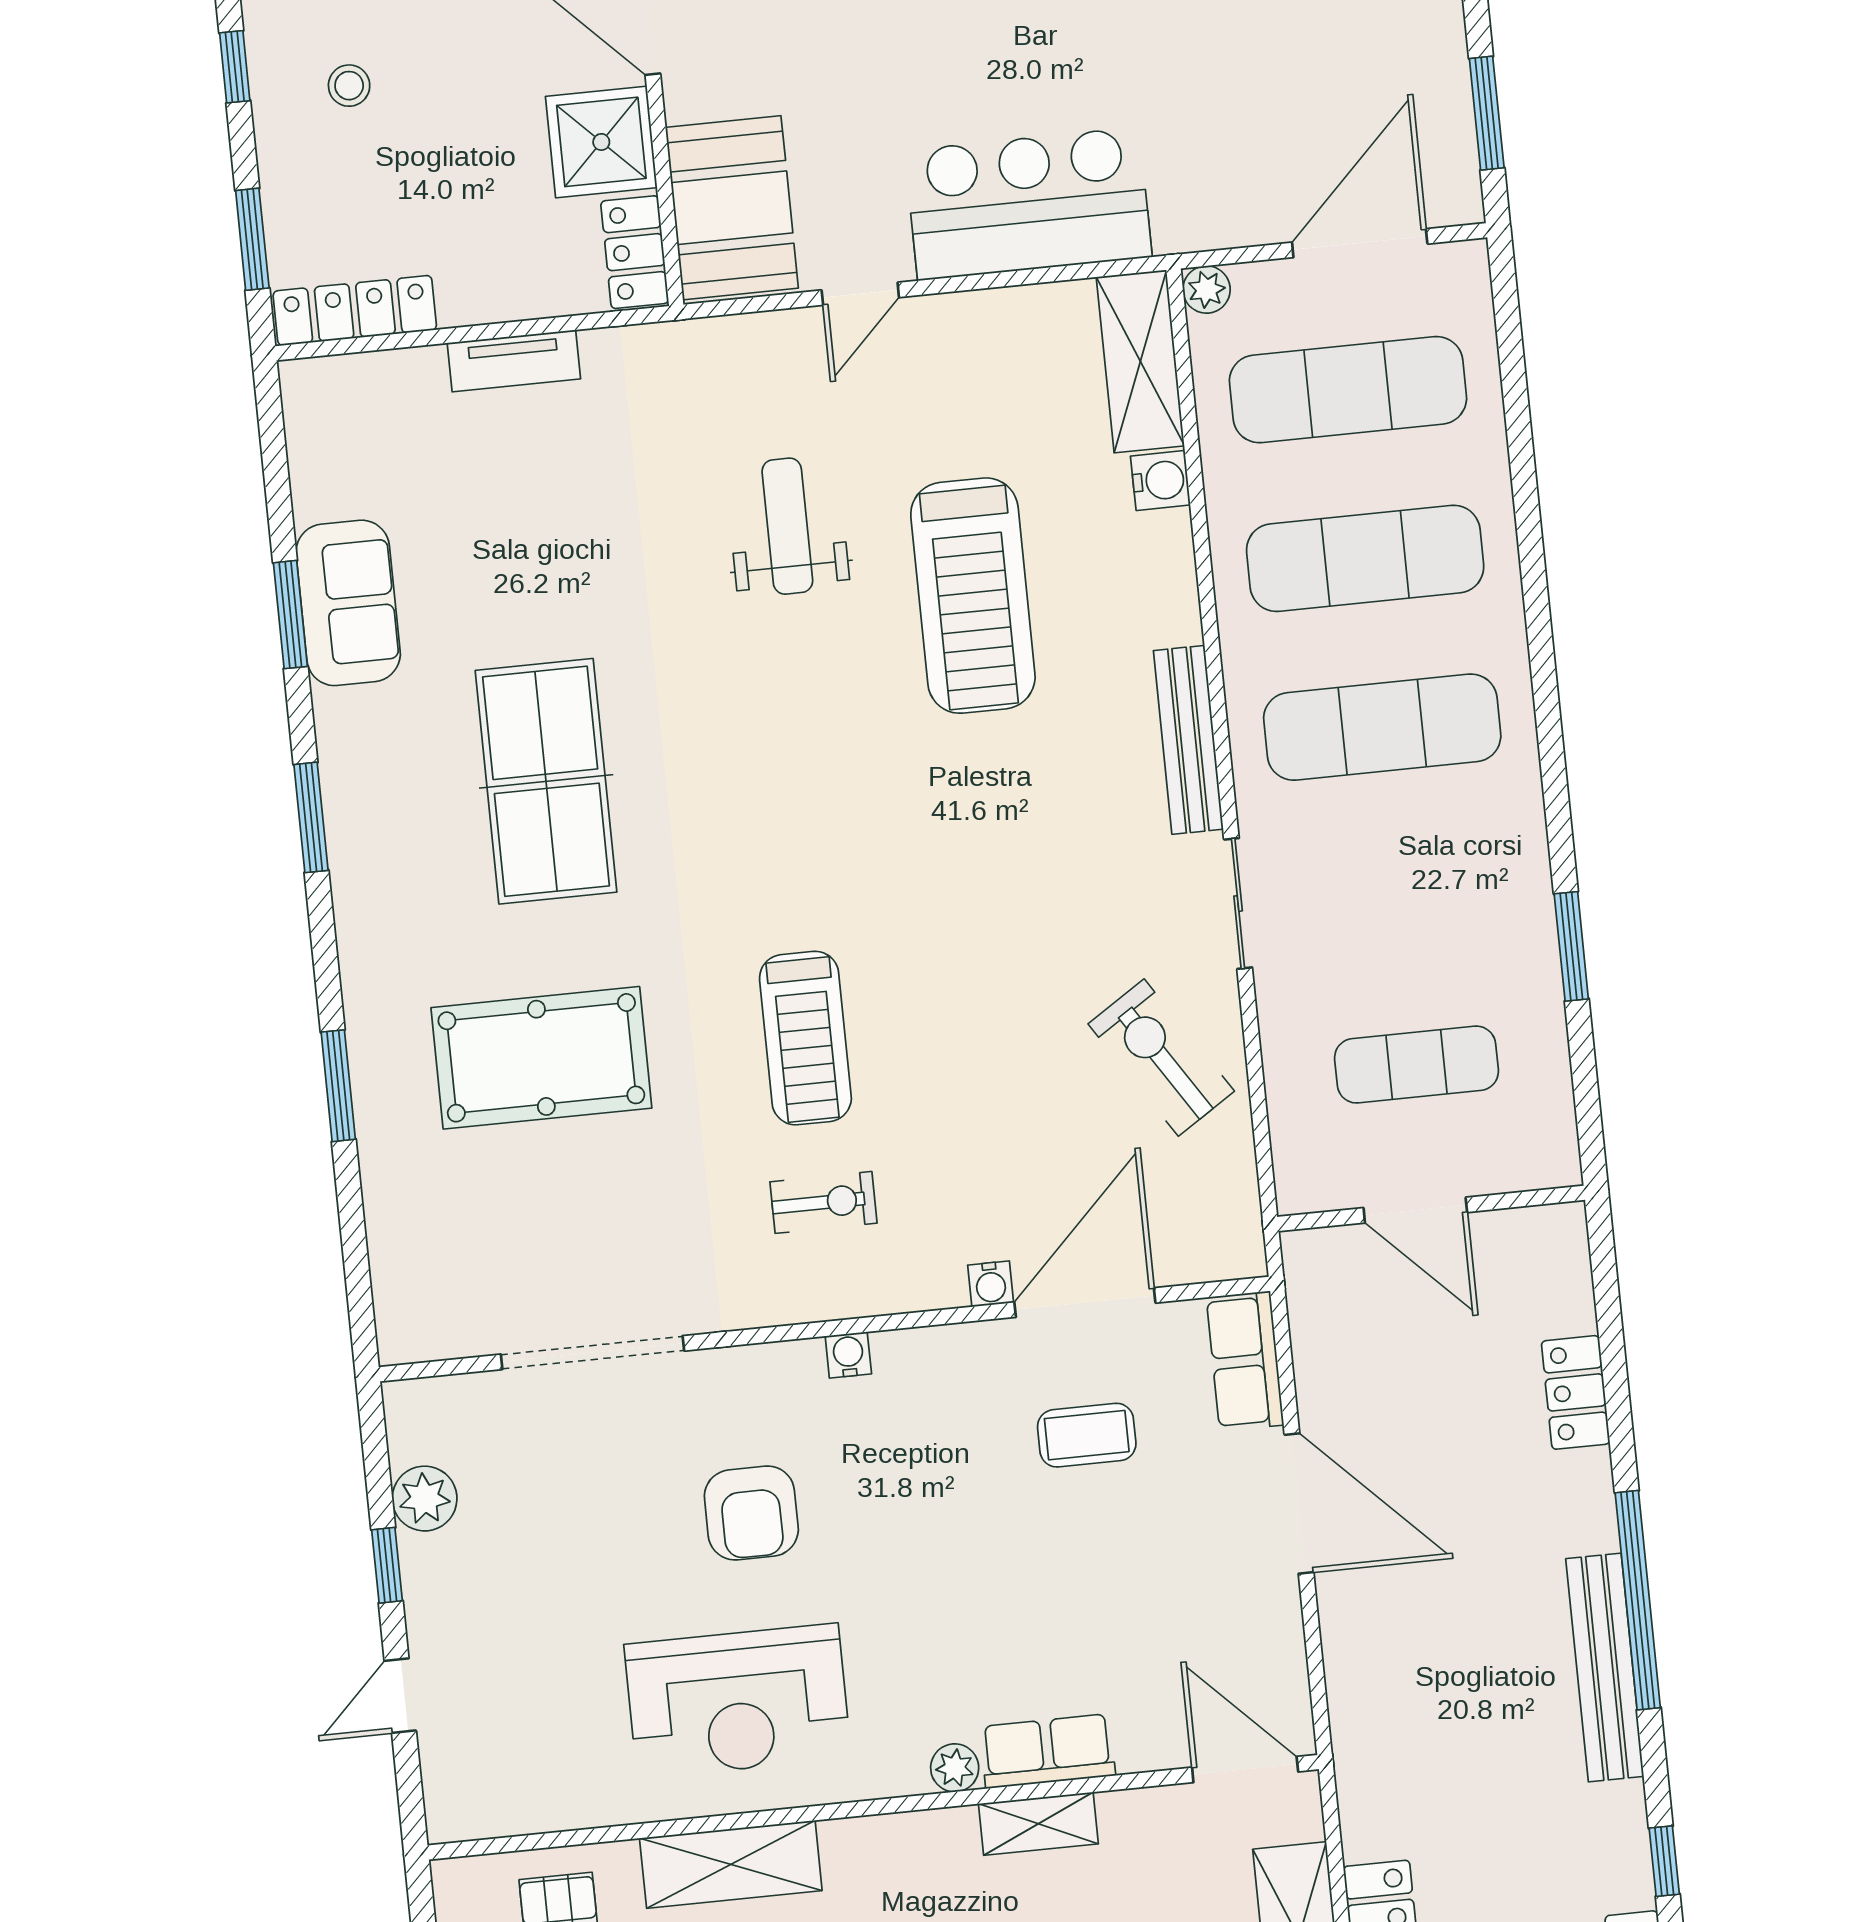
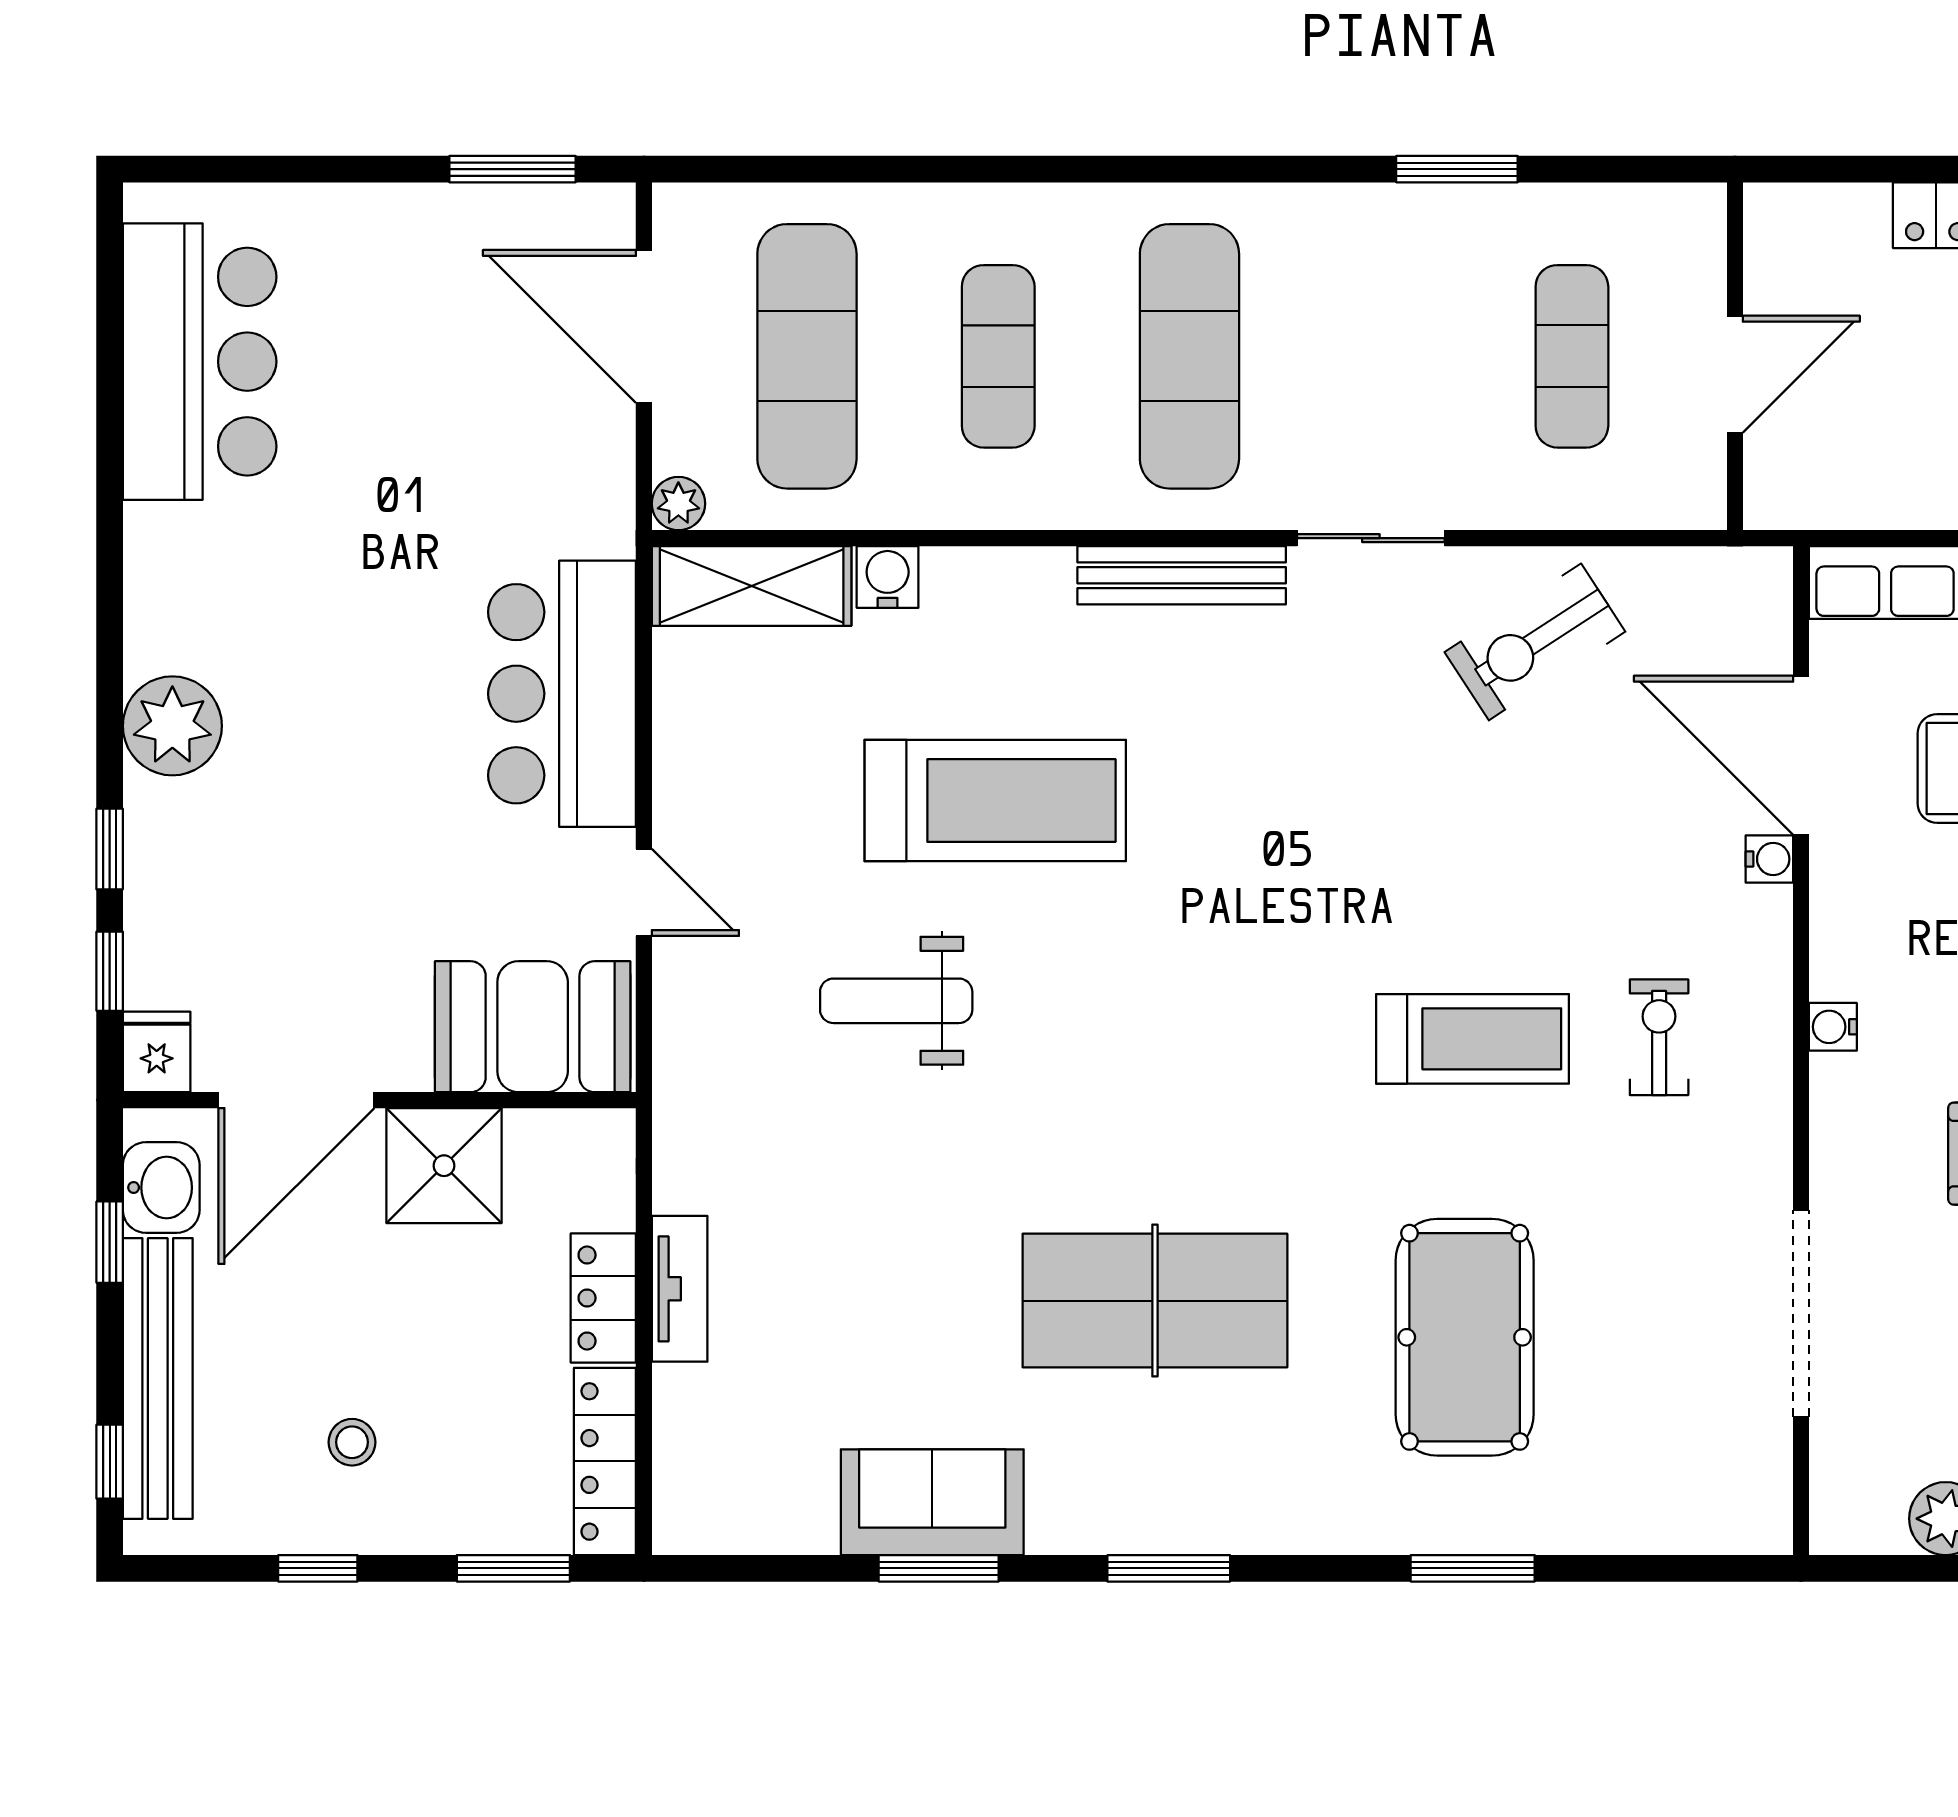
locker: (635, 252) -> (603, 1298), moved, turned 90
exercise mat: (1365, 558) -> (998, 356), width x0.73, depth x0.69

